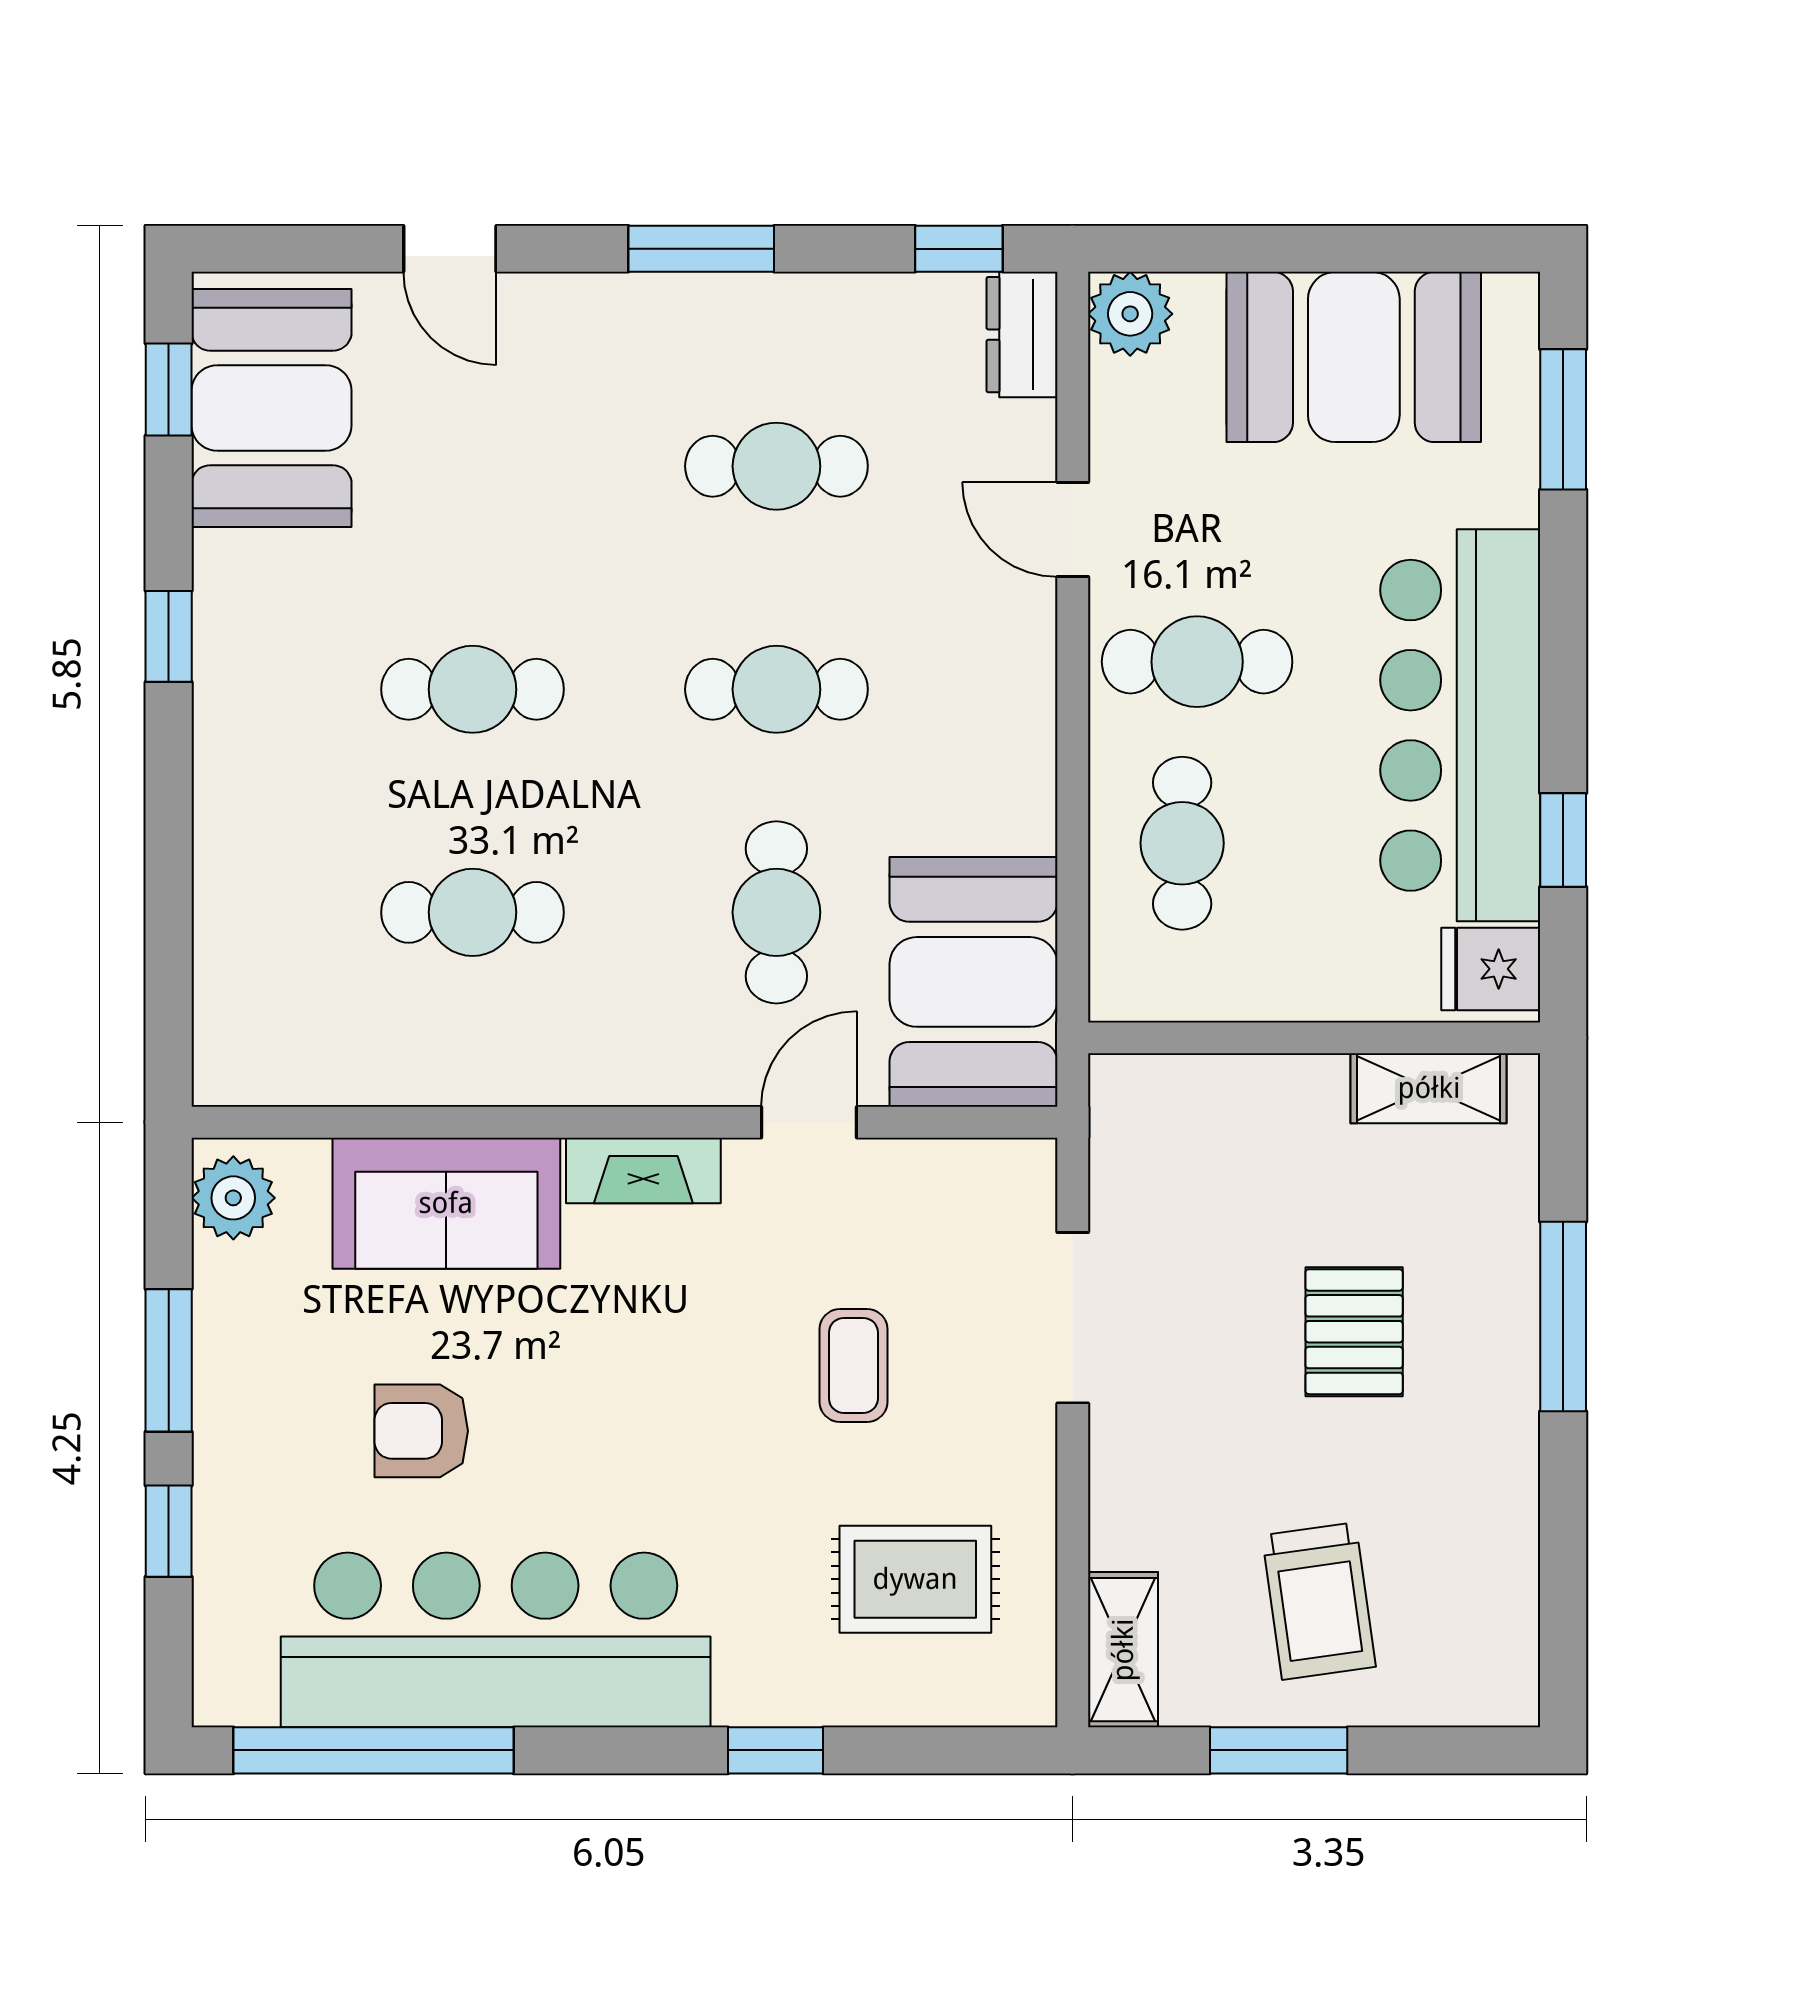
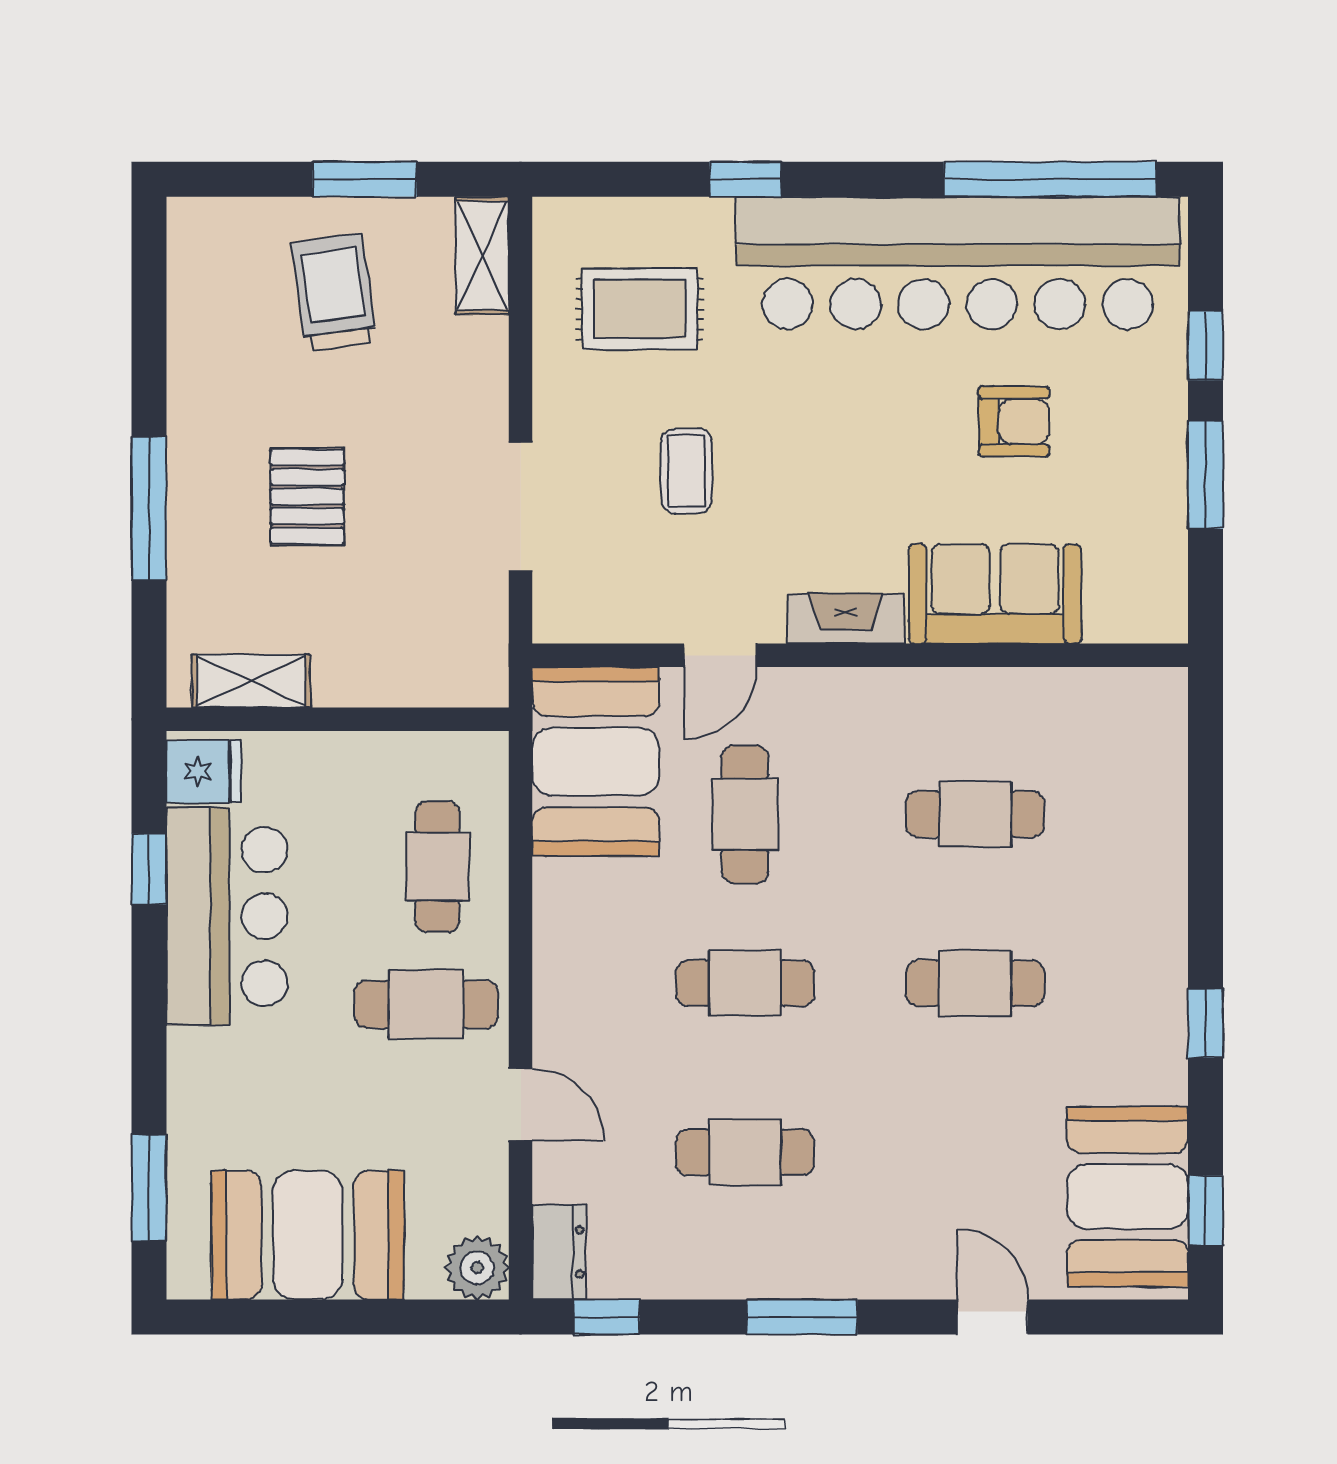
bar counter: (1460, 725) -> (227, 916), width x0.73
plant: (233, 1198) -> (1157, 598), removed
bar counter: (496, 1640) -> (958, 263), width x1.36

